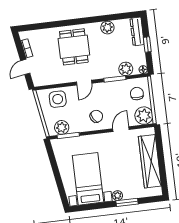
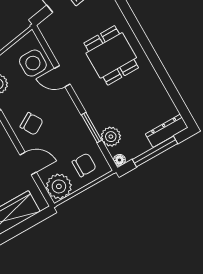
plant: (107, 28) -> (155, 89), removed
window: (147, 44) -> (155, 151), width x2.17
dining table: (74, 47) -> (111, 55), turned 90
door: (84, 83) -> (62, 76), moved

